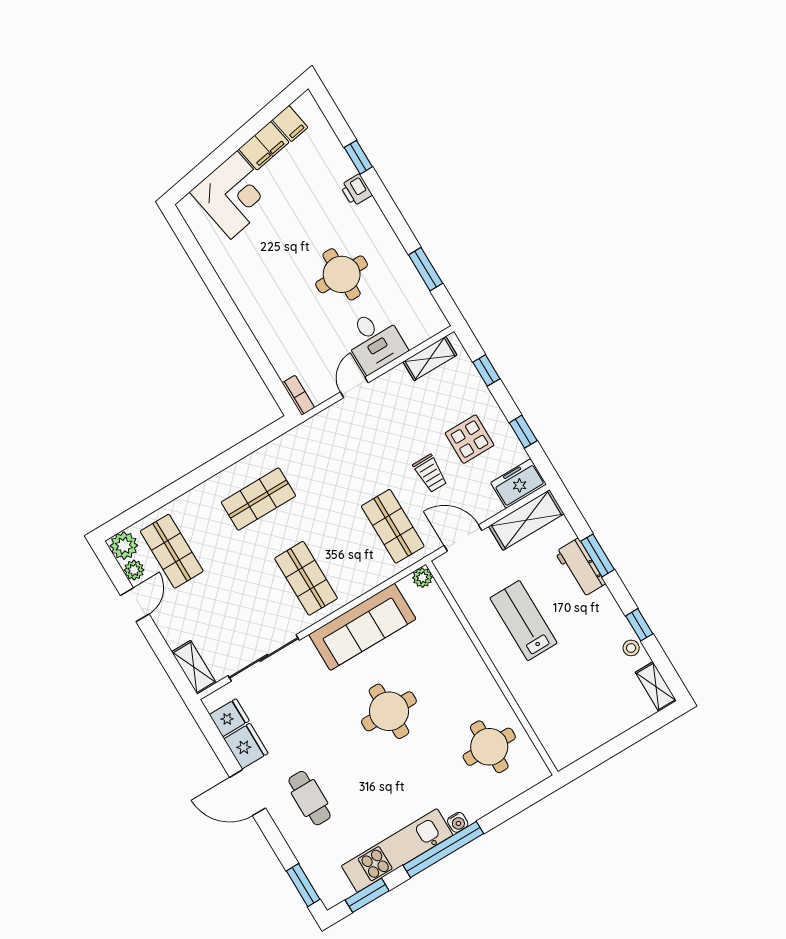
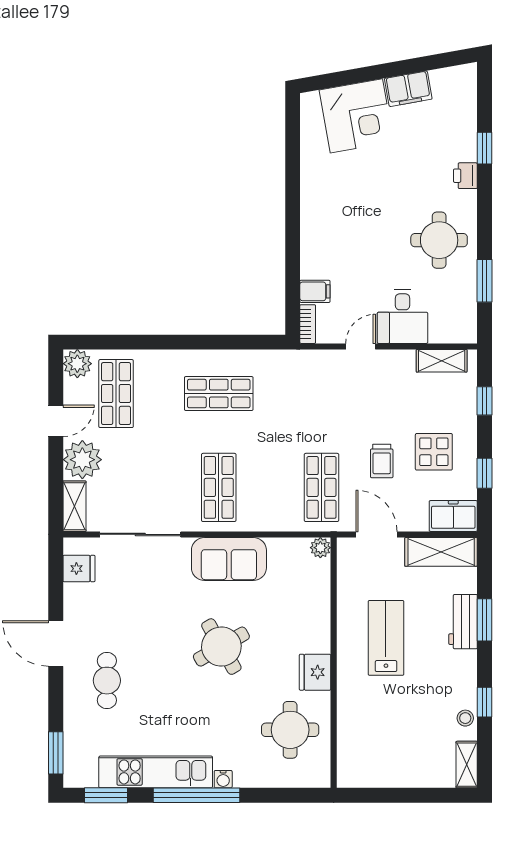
filing cabinet: (290, 124) -> (315, 291), moved, turned -80
round table: (342, 274) -> (439, 240), moved
plant: (134, 570) -> (82, 460), moved, width x1.88, depth x1.88
sofa: (362, 627) -> (229, 559), width x0.73
round table: (389, 711) -> (221, 647), turned -30
fridge: (246, 746) -> (315, 672), moved, turned 180

